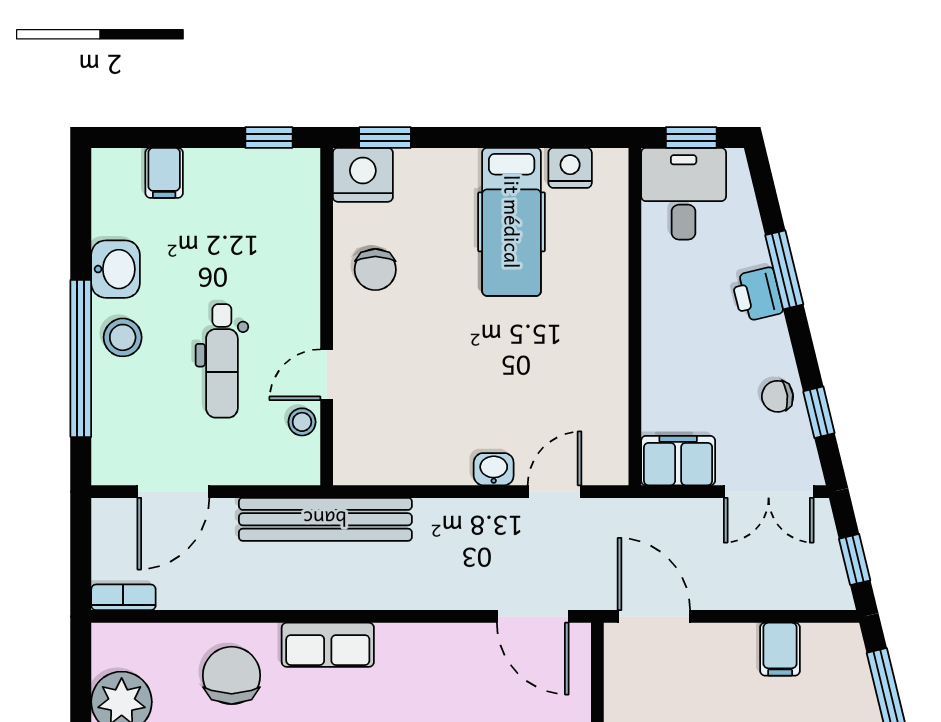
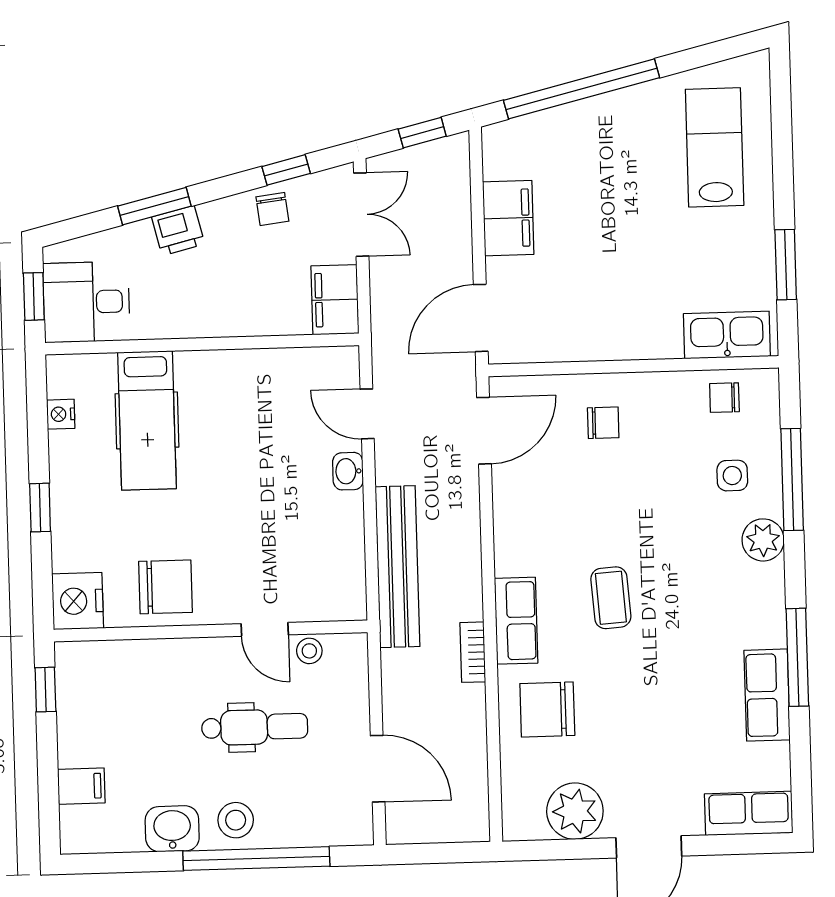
window: (385, 137) -> (40, 508), moved
nightstand: (570, 168) -> (61, 414), width x0.72, depth x0.74
hospital bed: (512, 222) -> (147, 420), moved, turned 90
chair: (375, 270) -> (165, 587), width x1.37, depth x1.37
bench: (325, 519) -> (398, 567), moved
bookcase: (123, 597) -> (473, 652), moved
filing cabinet: (780, 649) -> (508, 218), width x2.00

